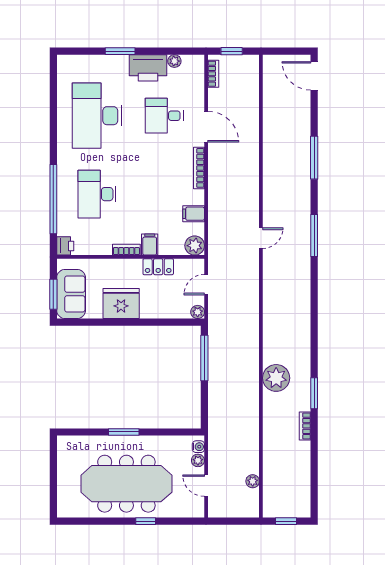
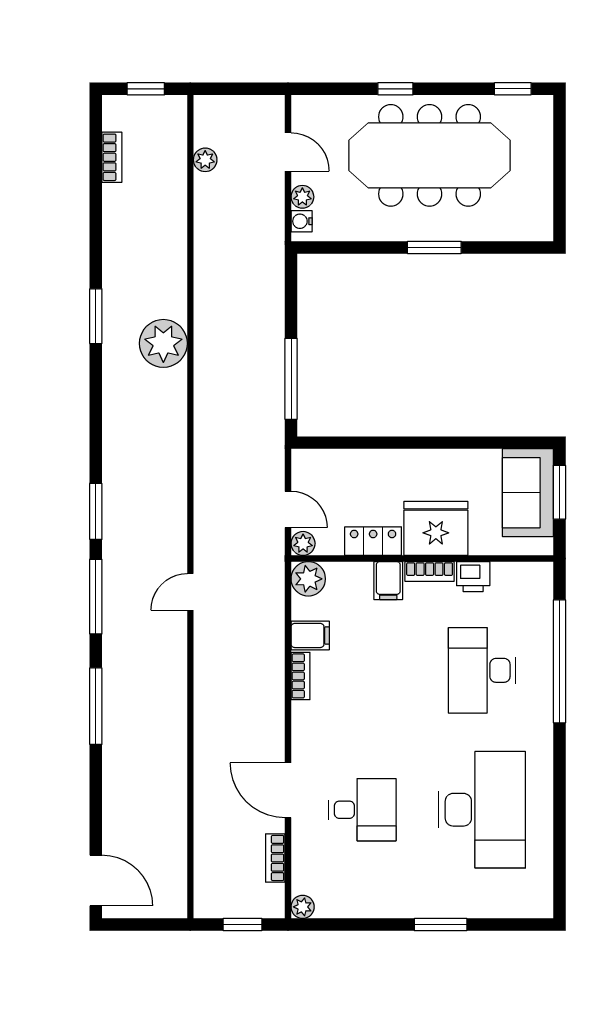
plant: (174, 61) -> (303, 907), moved
printer: (148, 68) -> (391, 895), removed
bookcase: (213, 74) -> (275, 858), moved
window: (314, 158) -> (96, 706), moved
bookcase: (199, 168) -> (300, 676), moved, width x0.64
desk: (97, 194) -> (482, 670), turned 180
printer: (65, 246) -> (473, 577), moved, turned -90
window: (314, 283) -> (96, 511), added
door: (206, 285) -> (288, 510), hinge flipped
fridge: (121, 304) -> (436, 528), moved, turned 180
plant: (198, 312) -> (303, 543), moved
bookcase: (305, 426) -> (112, 157), moved
window: (80, 521) -> (513, 89), added

